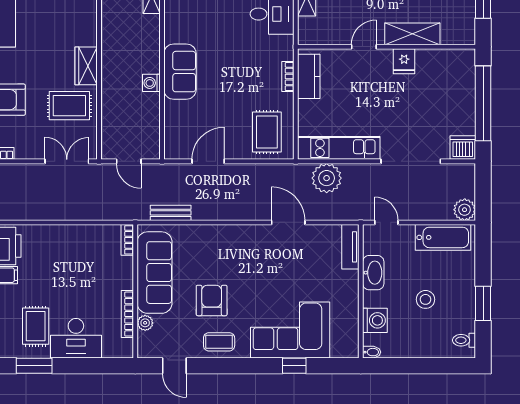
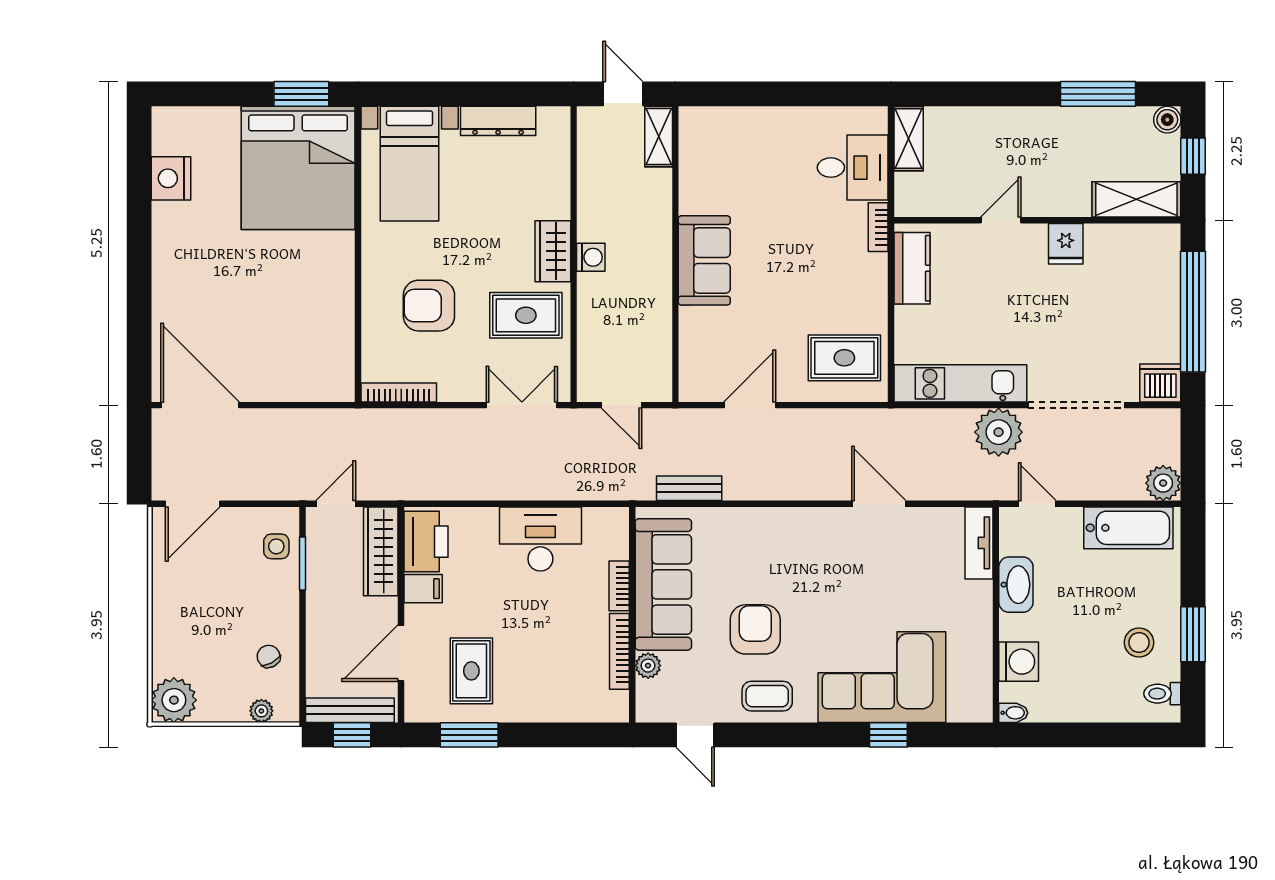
shelving: (412, 34) -> (1136, 199), moved
bookcase: (288, 77) -> (878, 227), moved
washing machine: (151, 83) -> (591, 257), moved, turned 180
rug: (267, 132) -> (844, 358), turned 90
plant: (327, 178) -> (999, 432), moved
bookcase: (127, 240) -> (619, 586), moved
stool: (425, 299) -> (1139, 643), moved
desk: (76, 338) -> (540, 539), moved, turned 180

